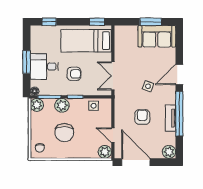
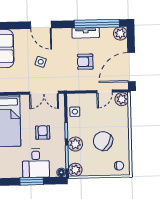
side table: (148, 86) -> (41, 62), moved
window: (179, 114) -> (97, 24), moved
chair: (64, 133) -> (103, 141), turned -151

